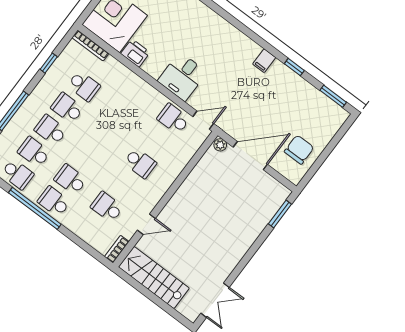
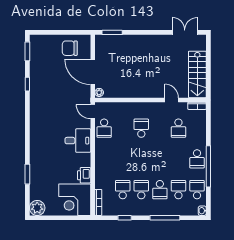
filing cabinet: (264, 61) -> (36, 103), removed
school desk: (67, 108) -> (141, 190), turned 180
school desk: (34, 152) -> (178, 190), turned 180
school desk: (70, 180) -> (178, 159), removed

